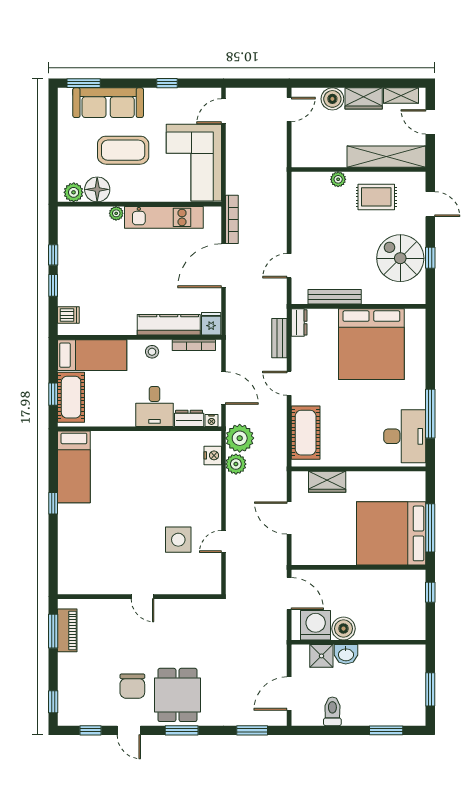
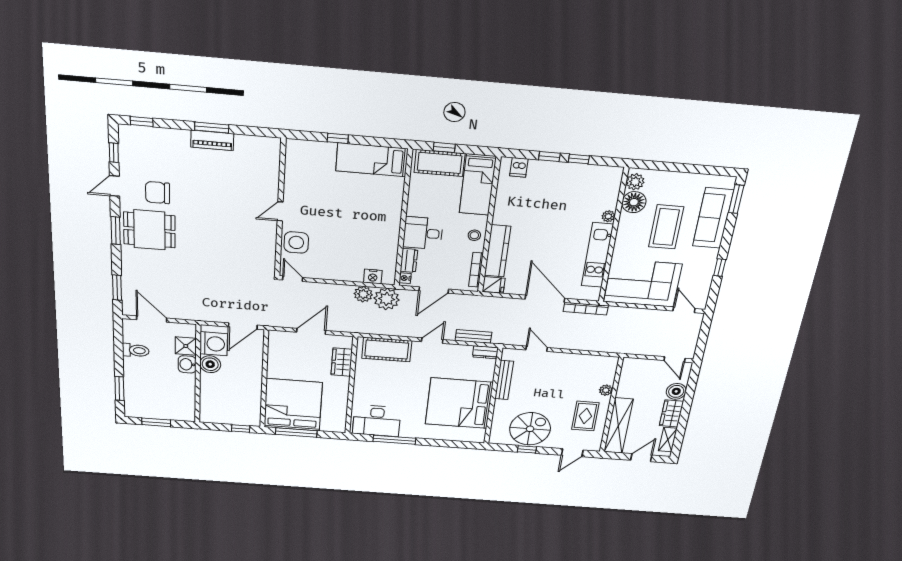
wall: (139, 597) -> (280, 209), moved
door: (142, 597) -> (280, 211), moved

